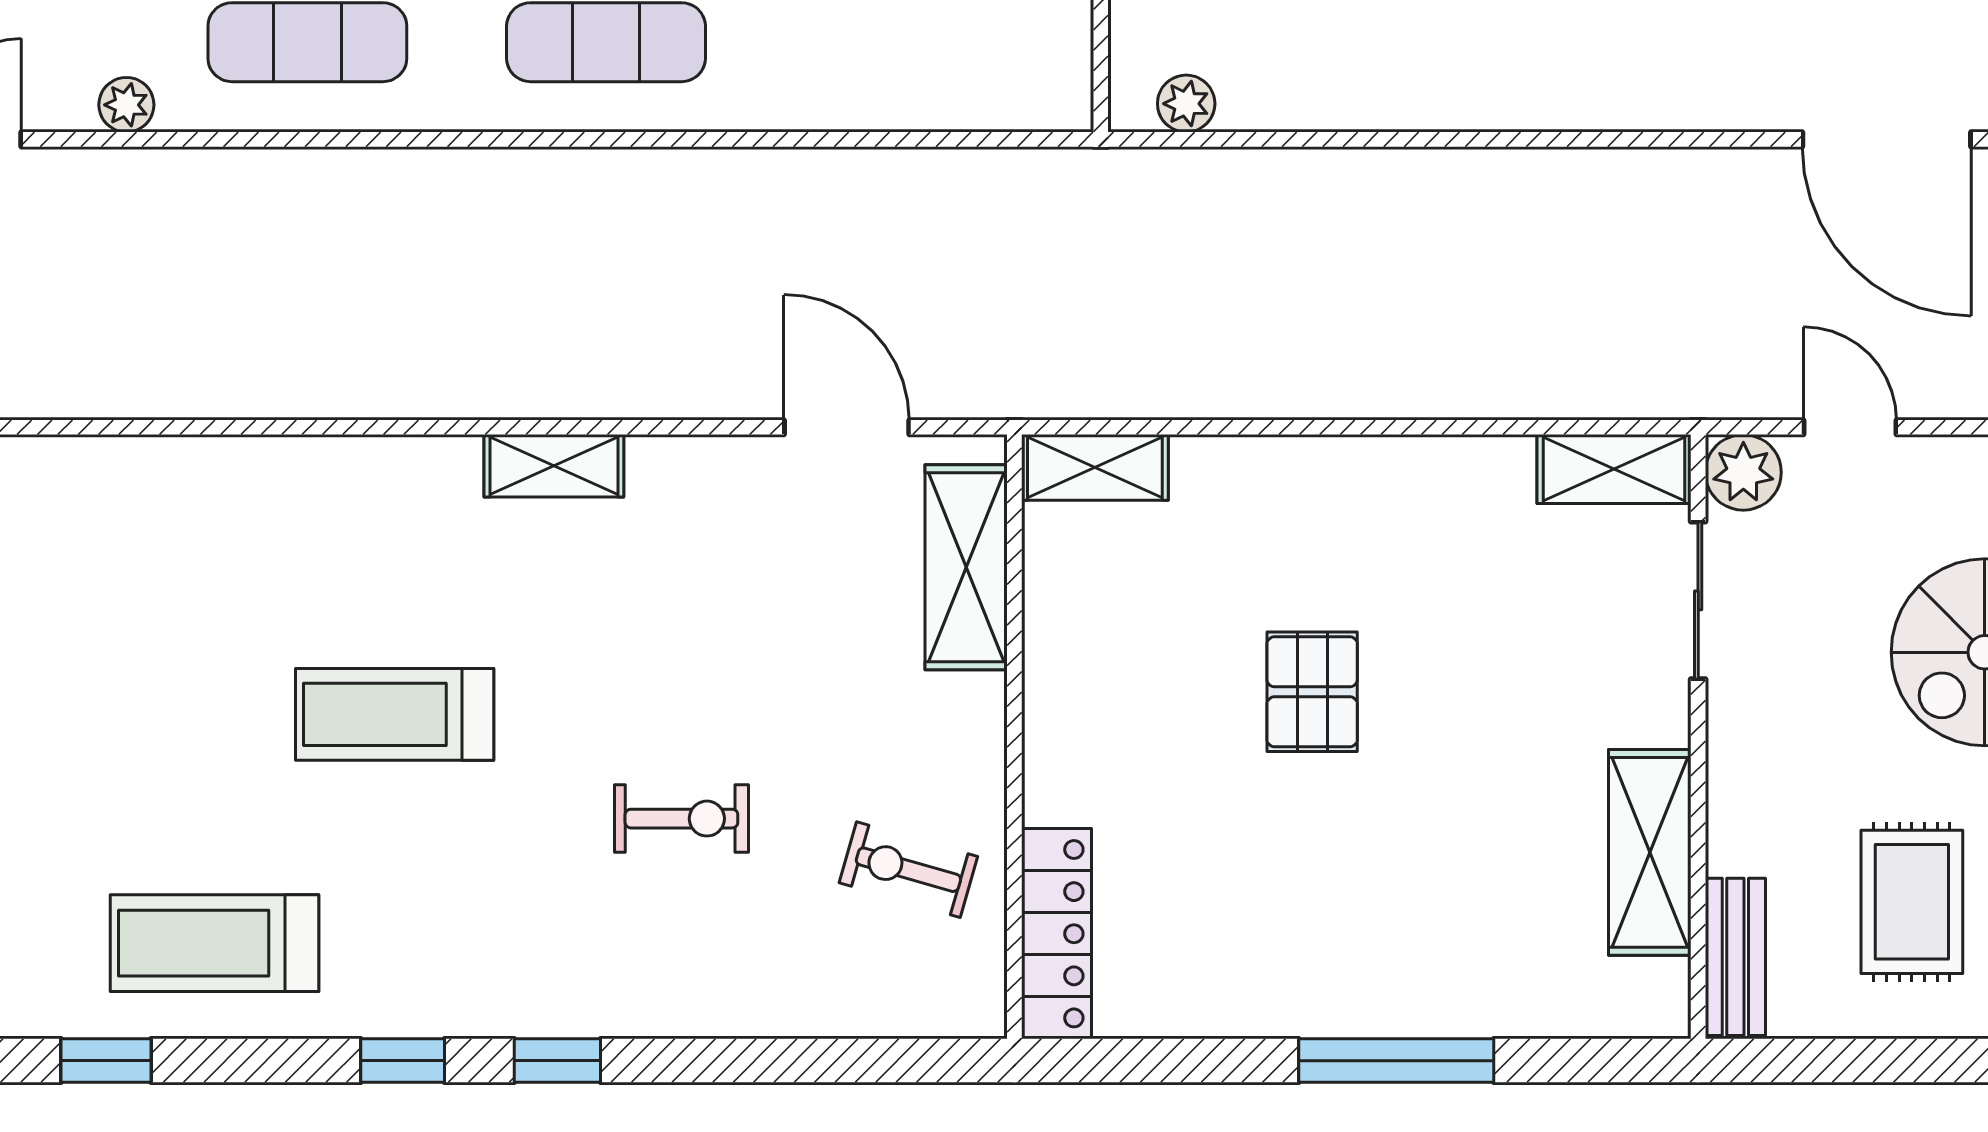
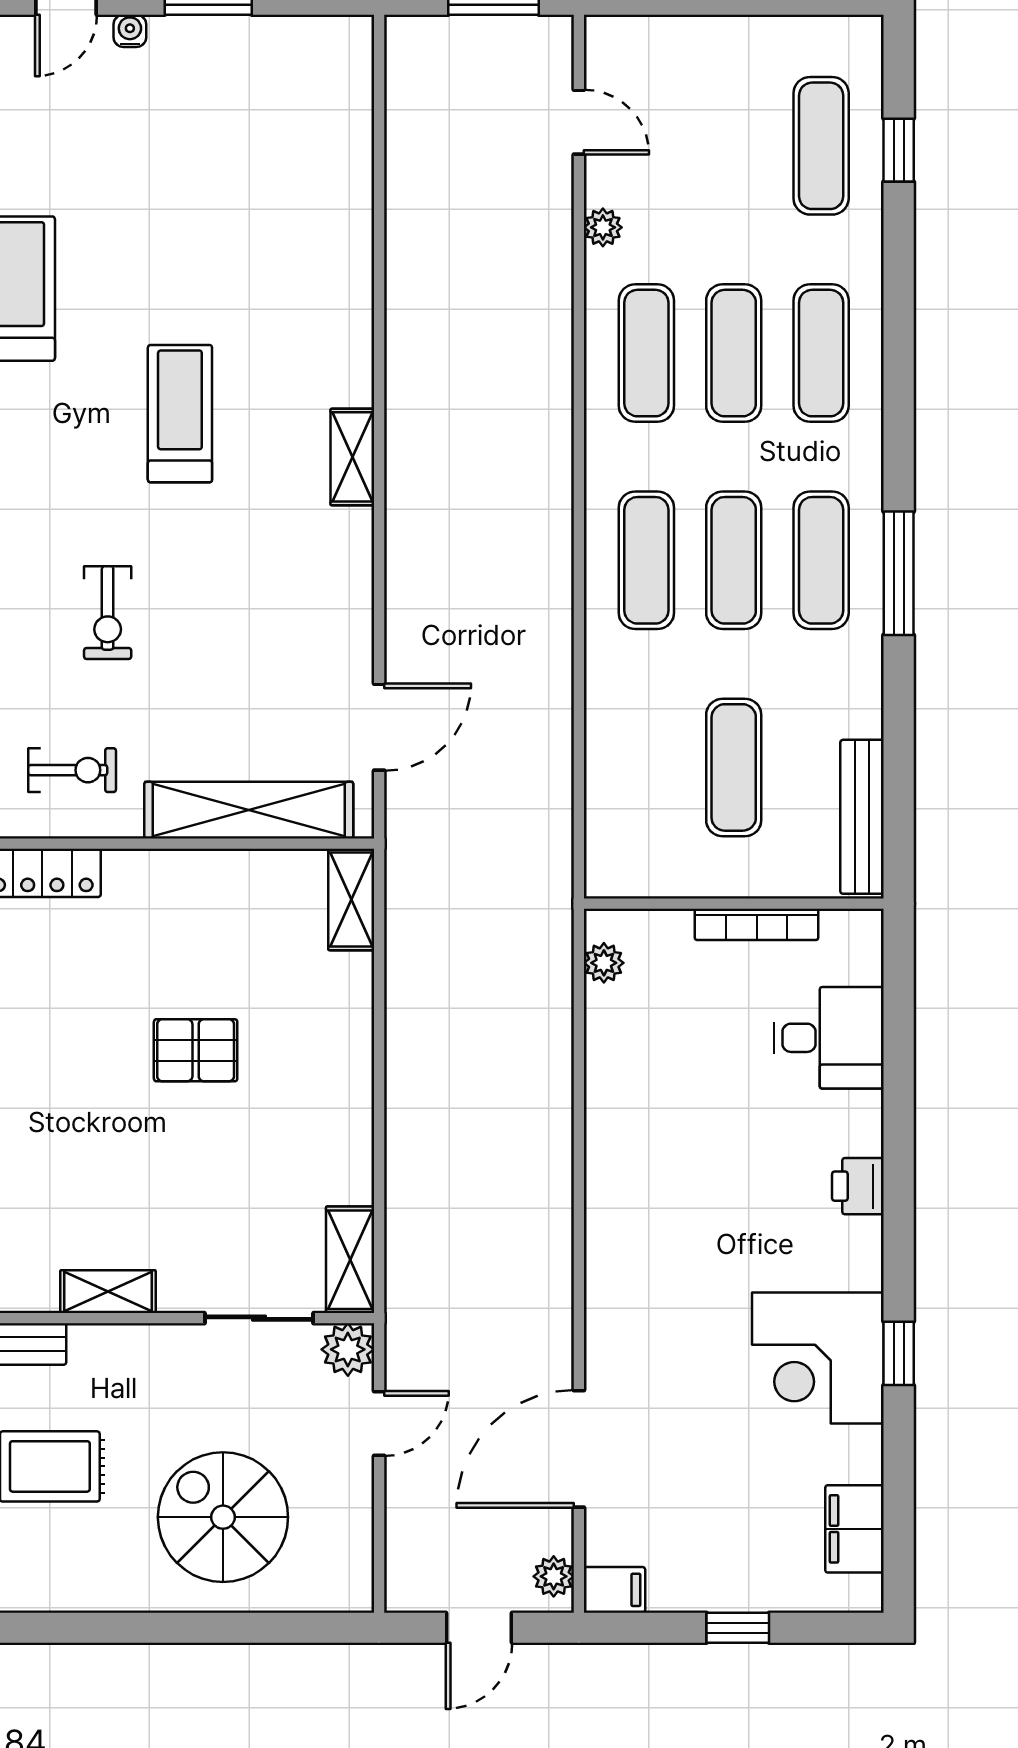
shelving: (554, 466) -> (352, 457), moved
shelving: (966, 567) -> (249, 810), width x1.47
shelving: (1650, 852) -> (108, 1292), width x0.67, depth x0.75
exercise bike: (908, 870) -> (72, 770), turned 74

